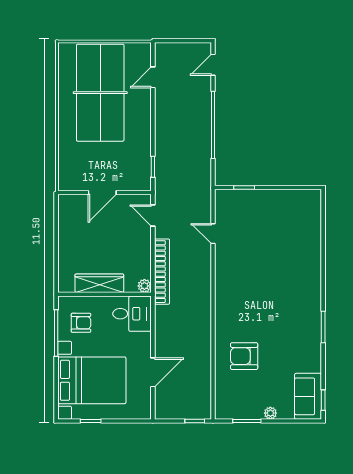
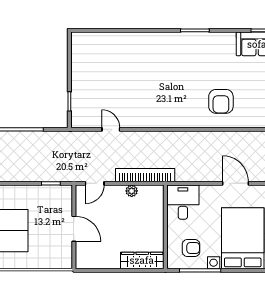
door: (213, 234) -> (111, 129), swing flipped
wardrobe: (99, 283) -> (142, 260), moved, turned 90
plant: (144, 286) -> (132, 191), moved
armchair: (81, 323) -> (191, 248), turned 90

